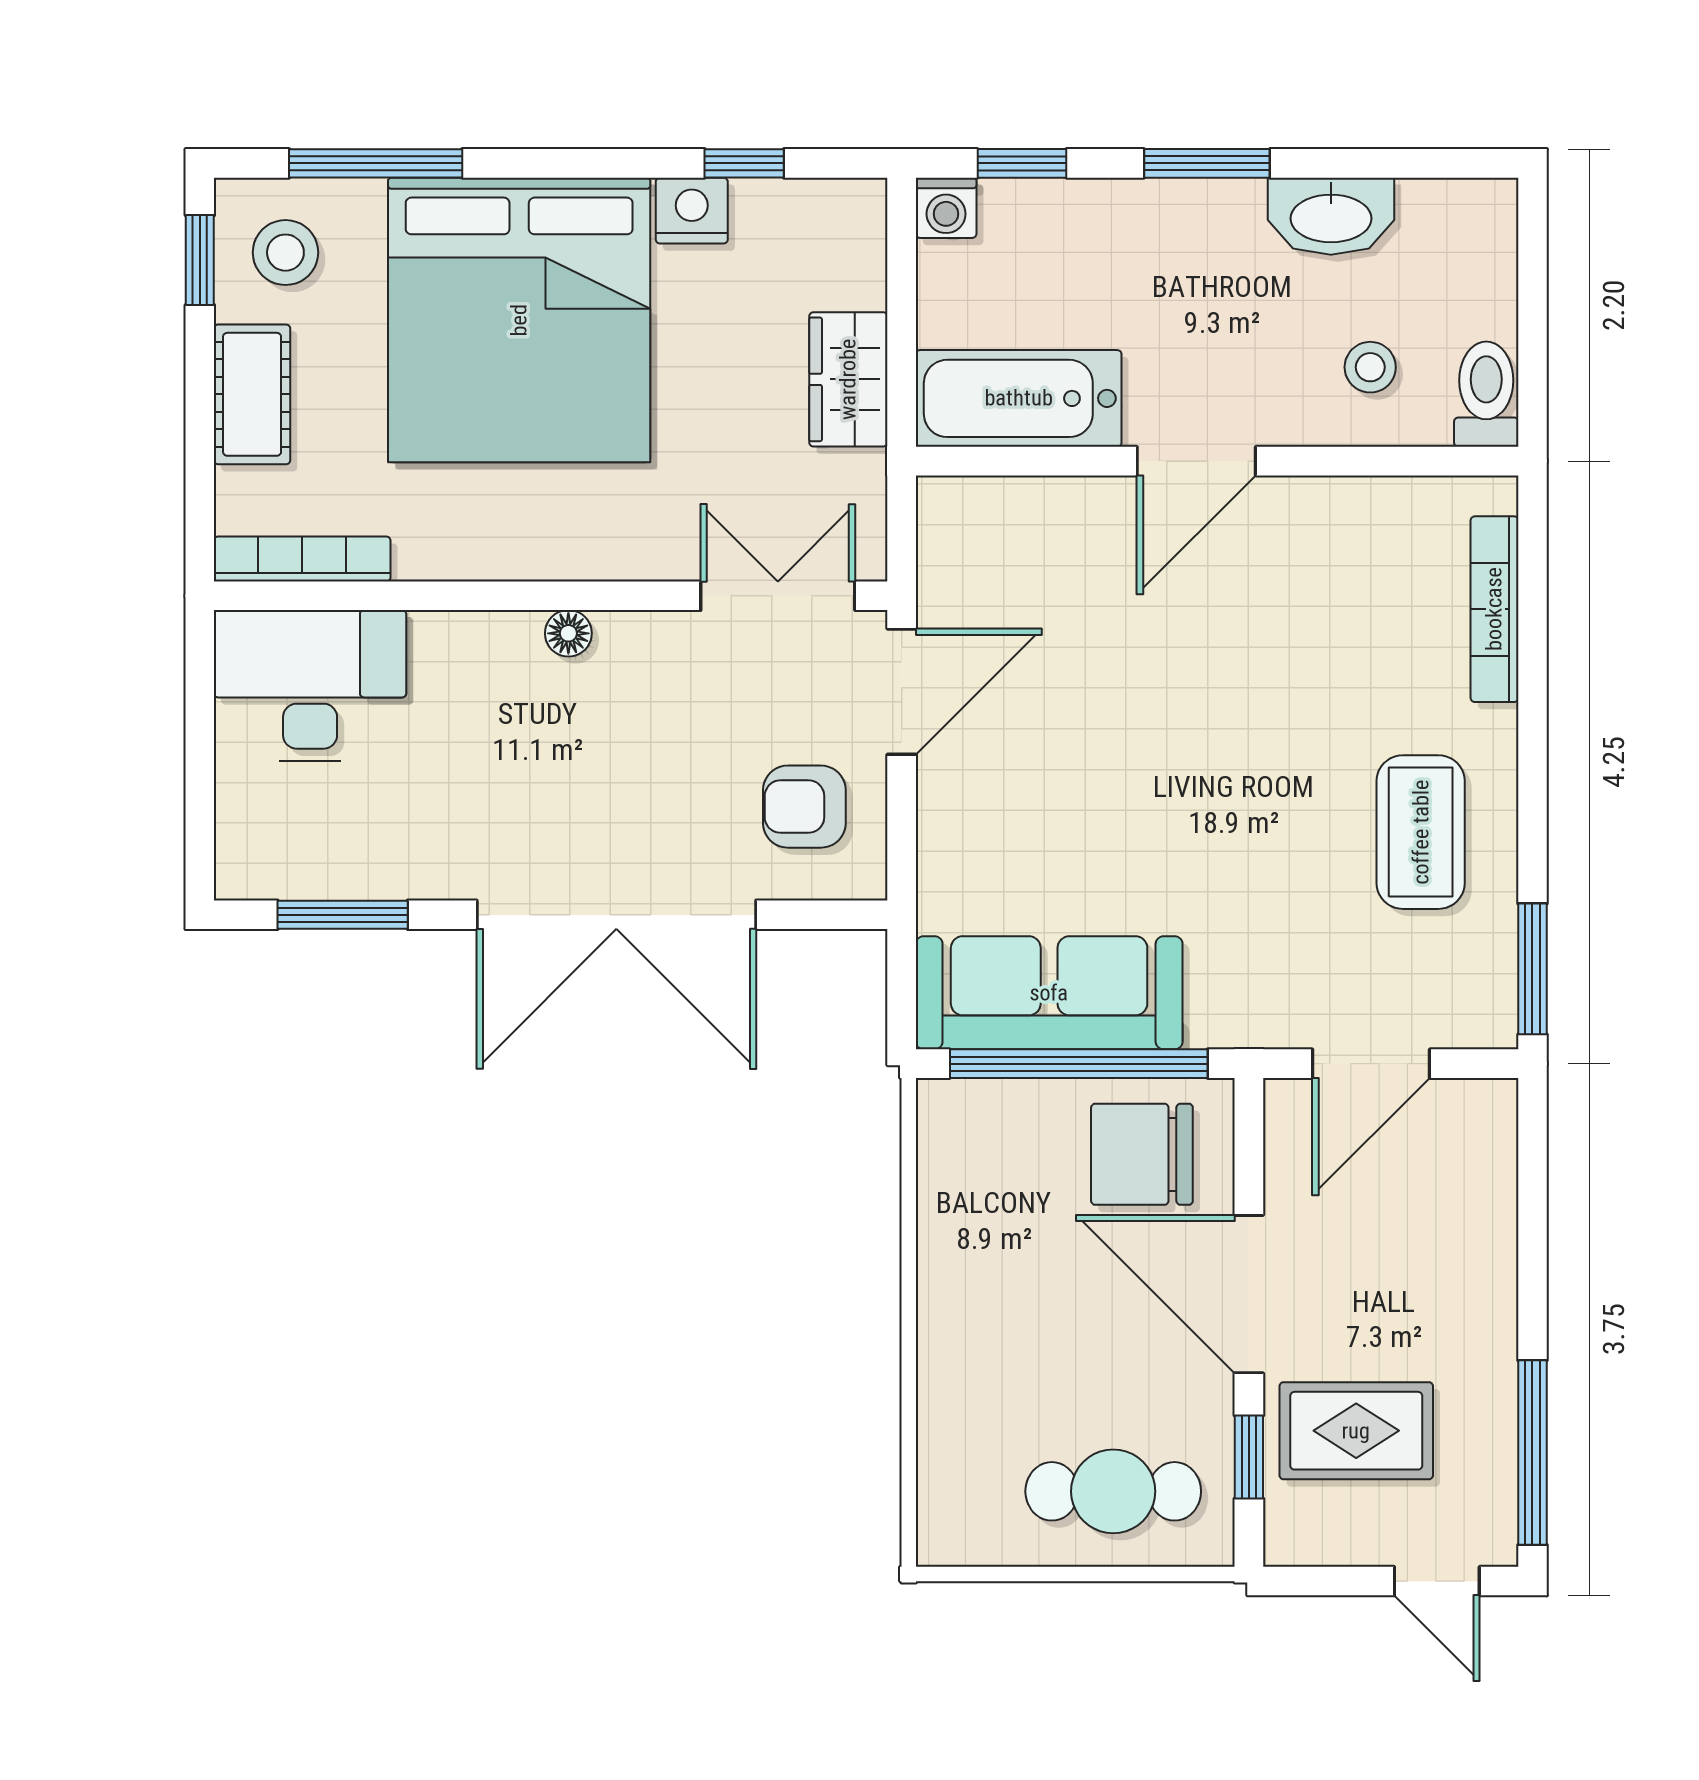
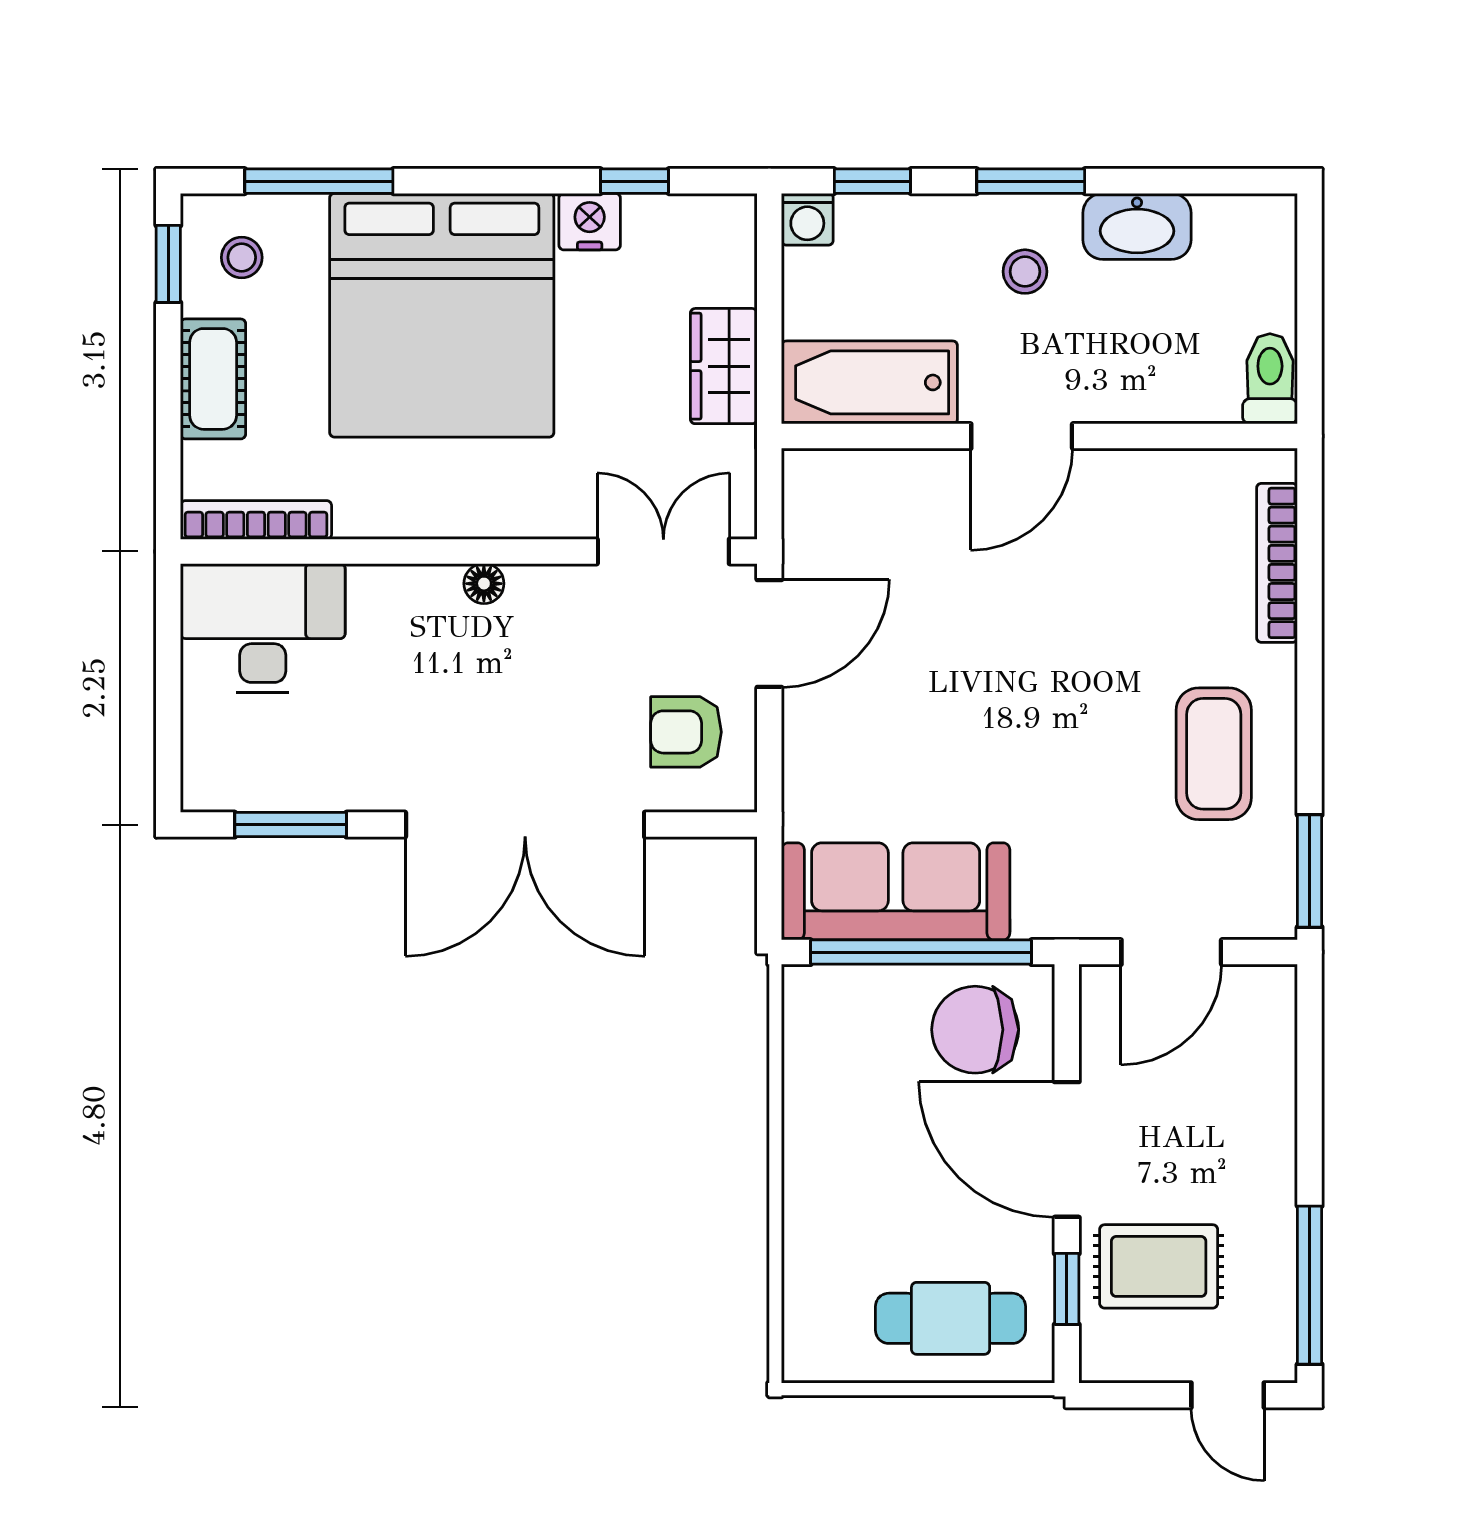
stool: (285, 253) -> (242, 257), width x0.73, depth x0.73
stool: (1370, 367) -> (1025, 272), moved

